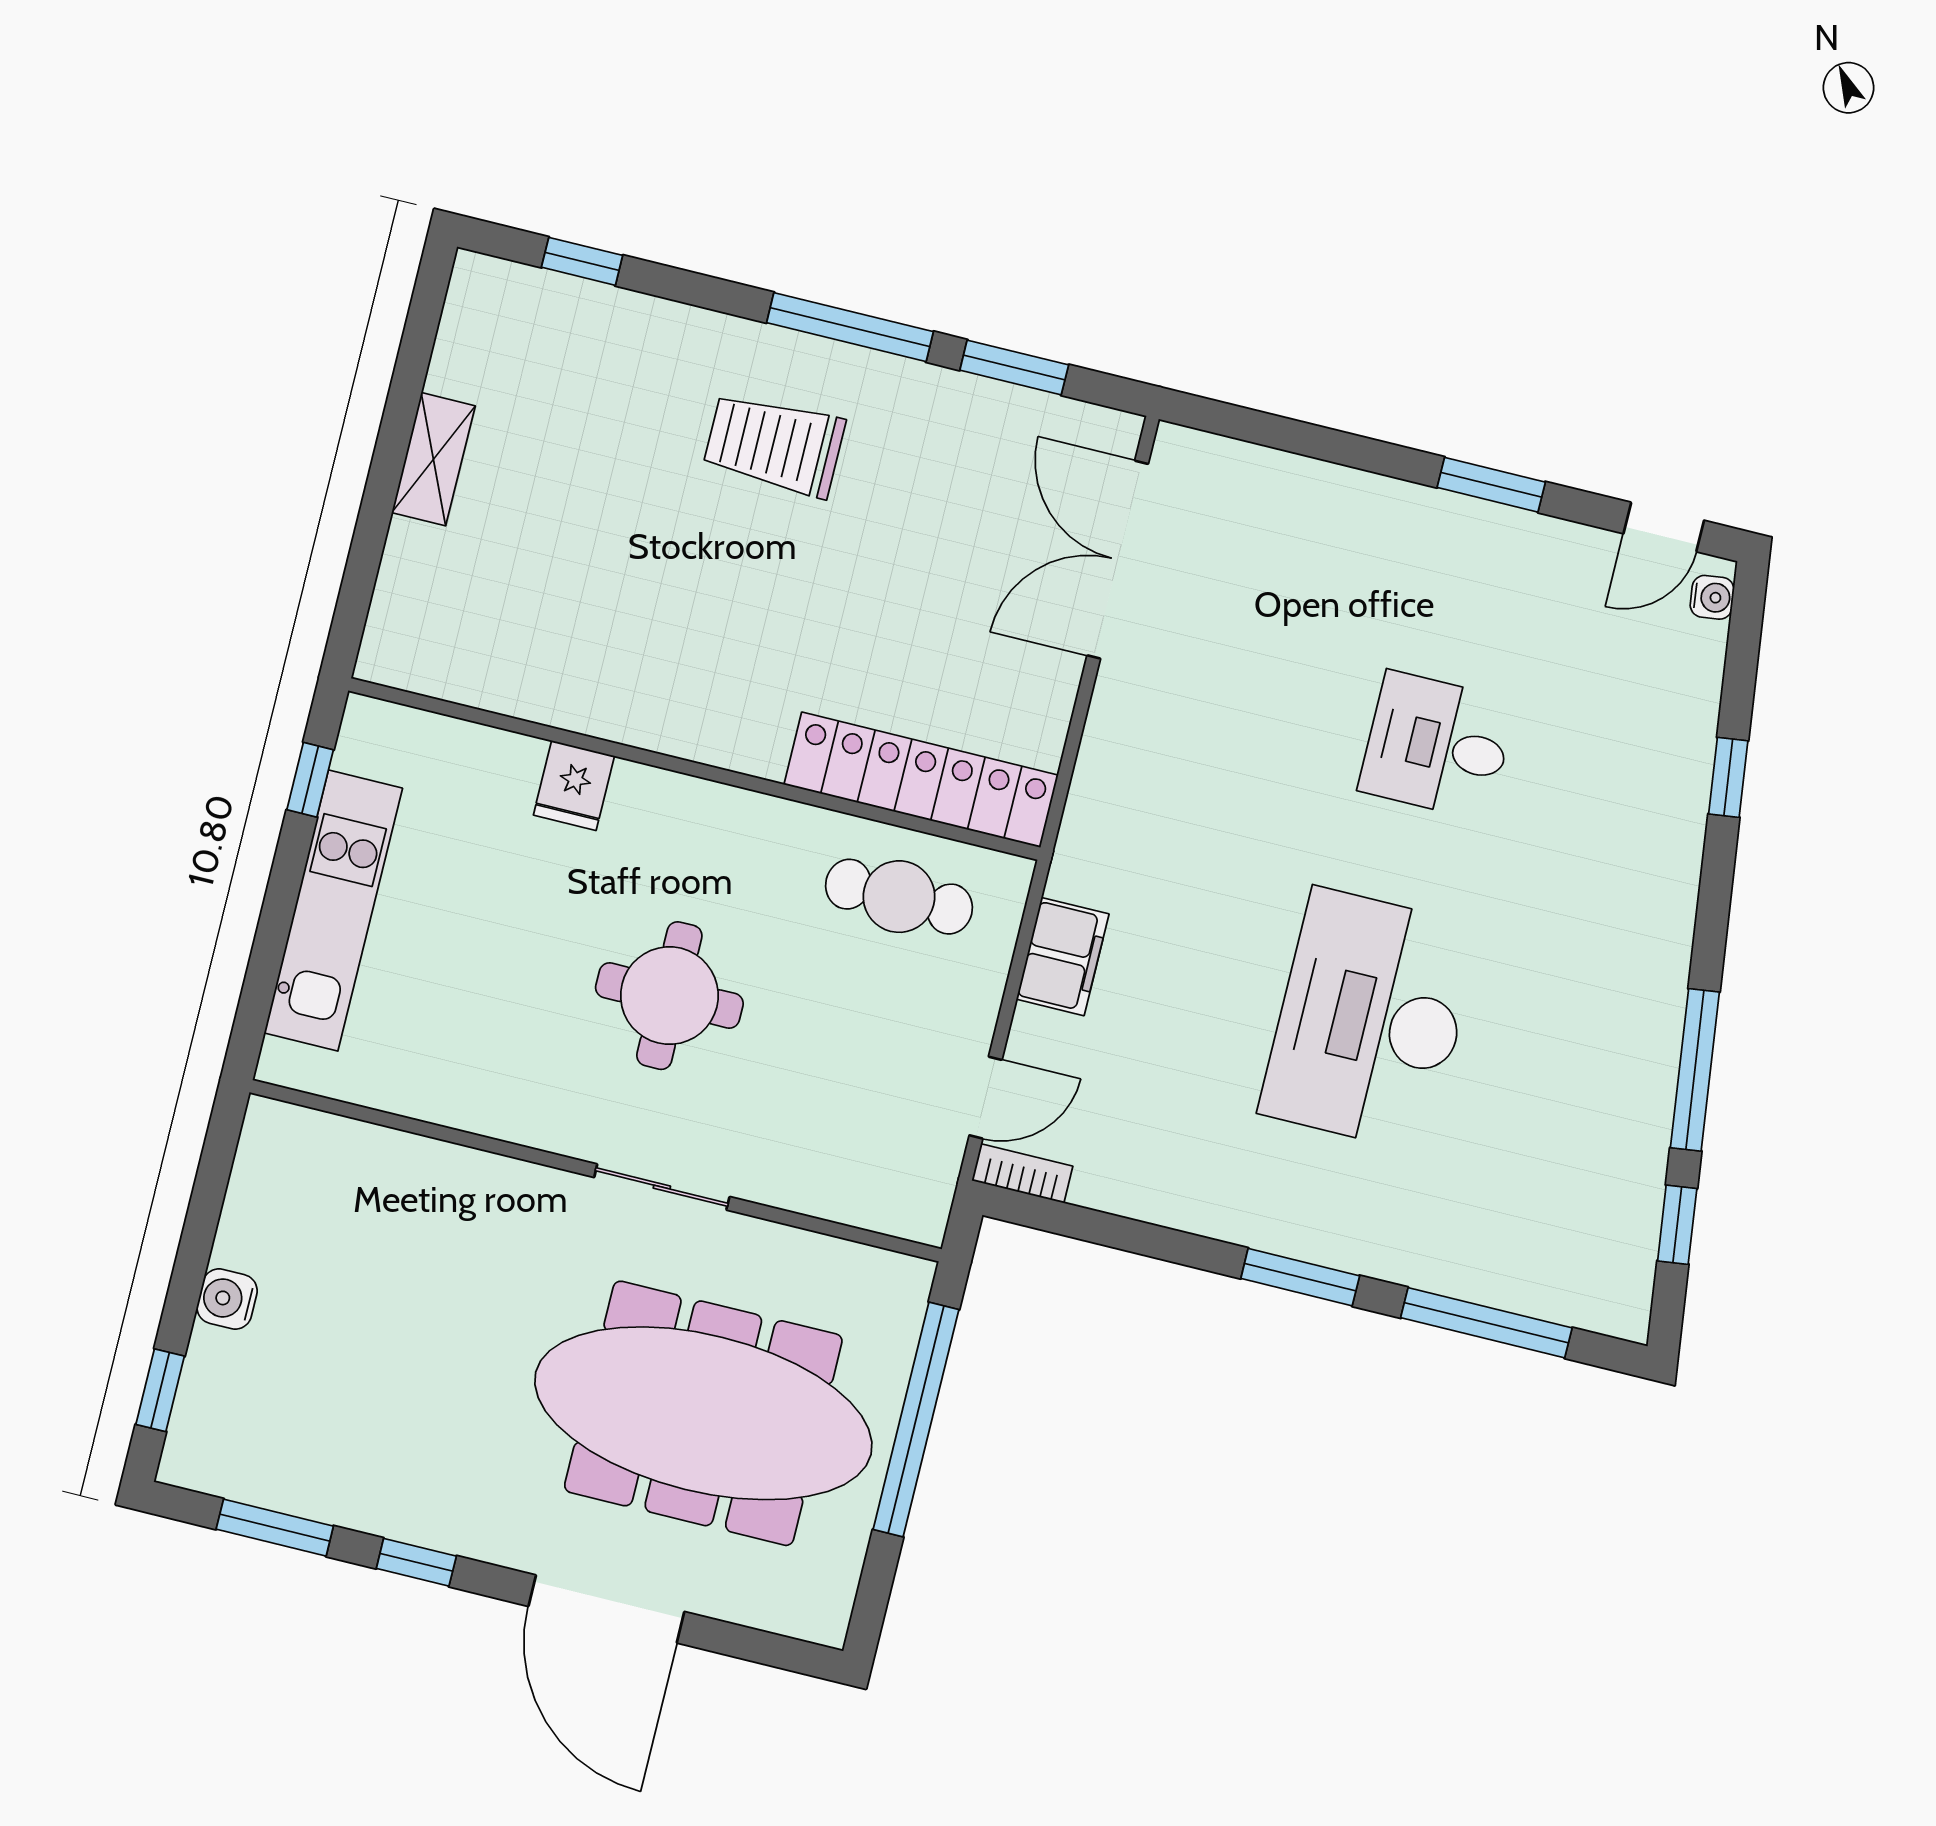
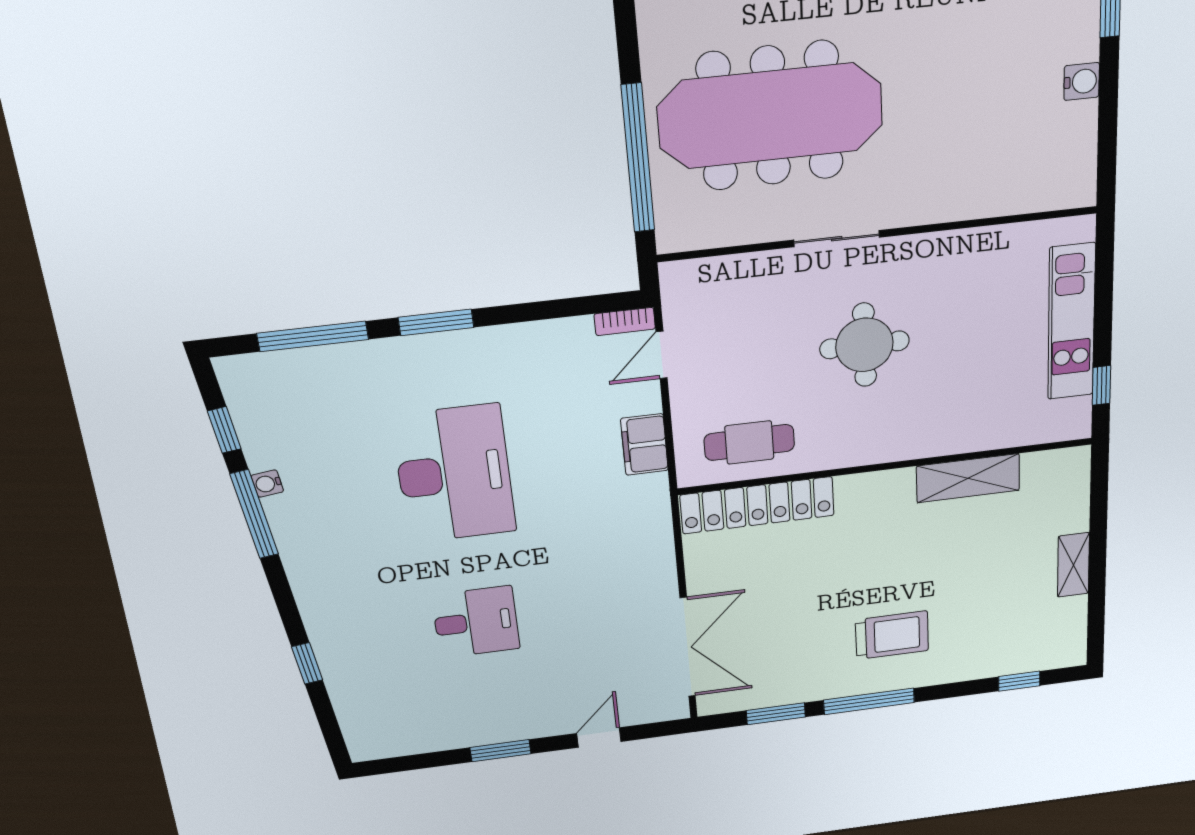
door: (1664, 527) -> (599, 737), moved
water cooler: (1712, 597) -> (267, 484), moved
shelving: (568, 695) -> (968, 478), added
fridge: (574, 785) -> (952, 434), removed

